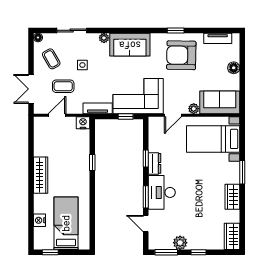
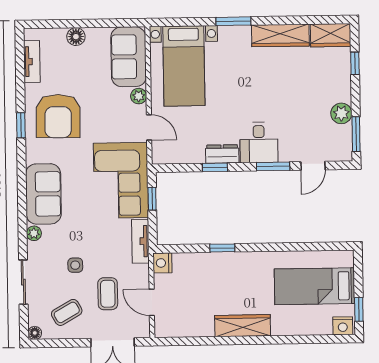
desk: (162, 192) -> (259, 142), width x0.73
wardrobe: (232, 197) -> (280, 35), width x1.50
nightstand: (40, 220) -> (343, 326), moved
window: (198, 252) -> (355, 63), moved

